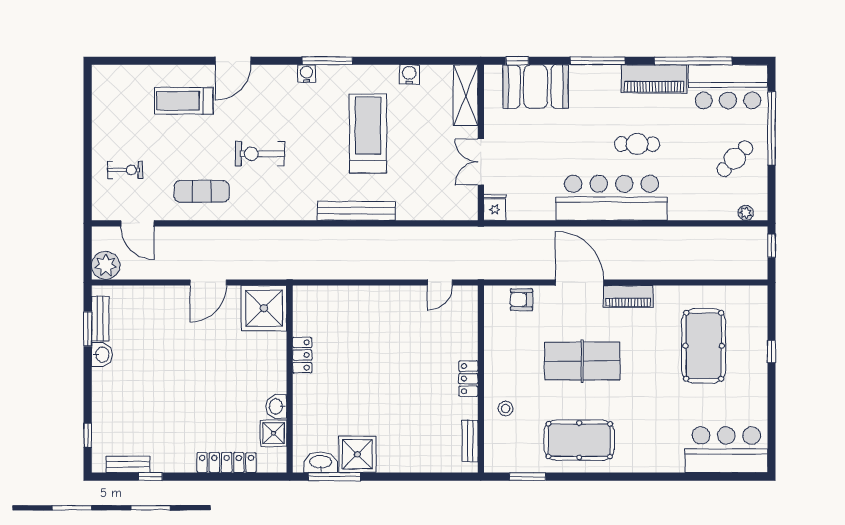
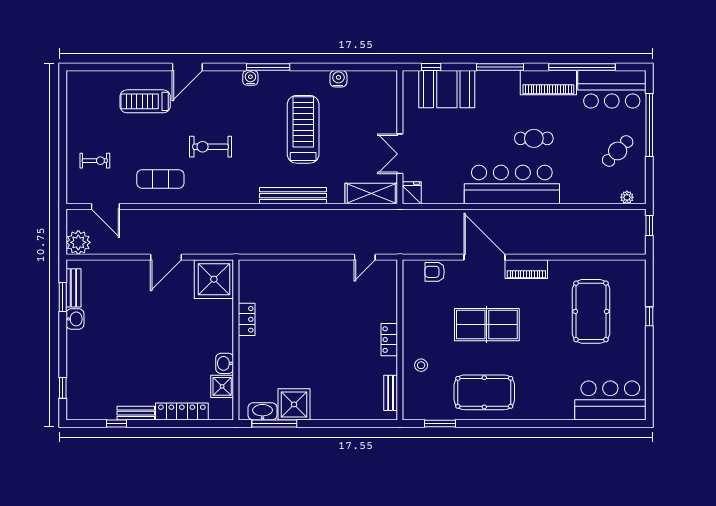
shelving: (466, 95) -> (371, 193), moved, turned 90
bench: (128, 464) -> (136, 413), moved

